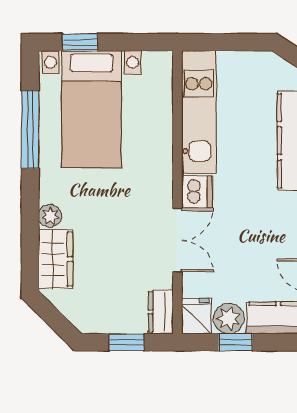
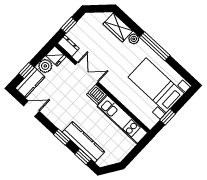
window: (80, 42) -> (168, 117), moved
window: (30, 130) -> (155, 46), moved
double door: (177, 240) -> (87, 73), swing flipped
window: (236, 342) -> (26, 70), moved

